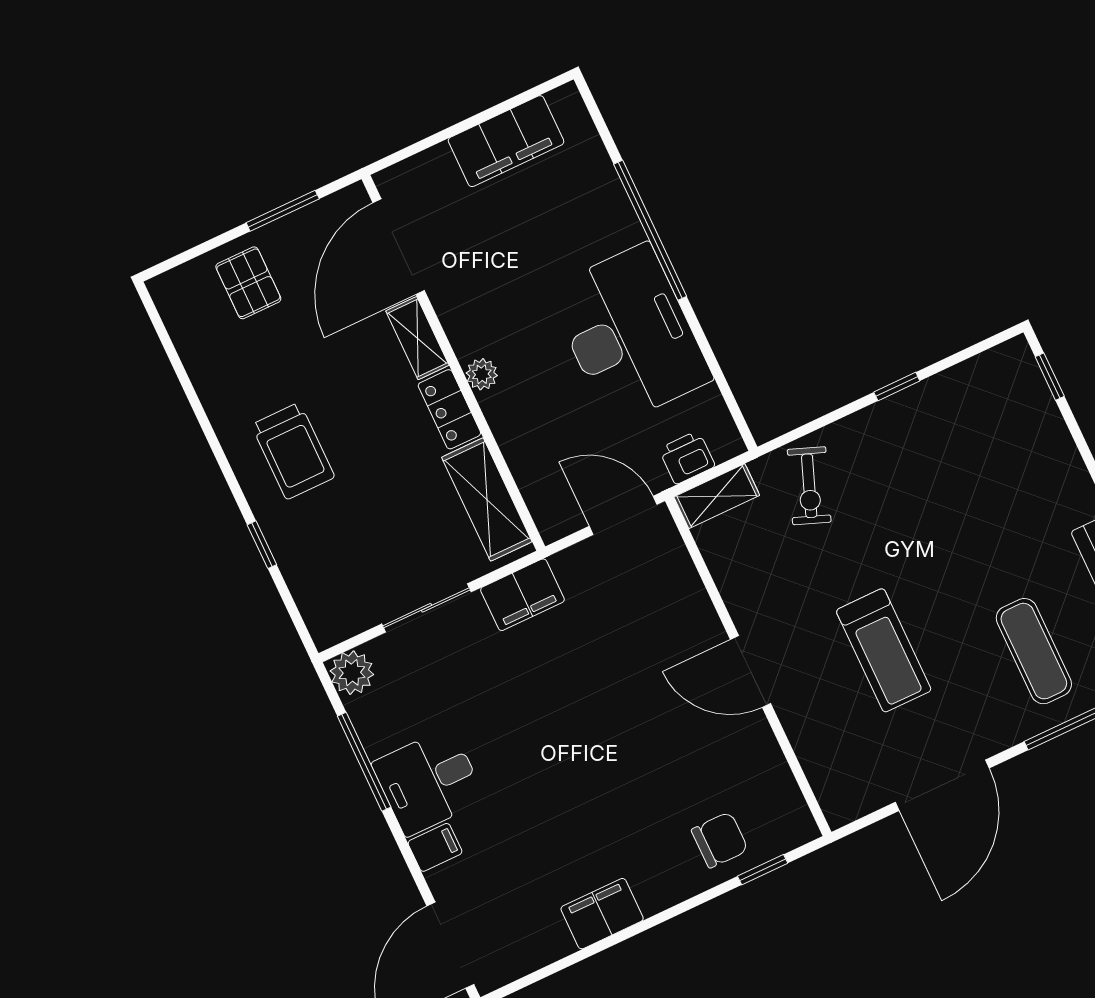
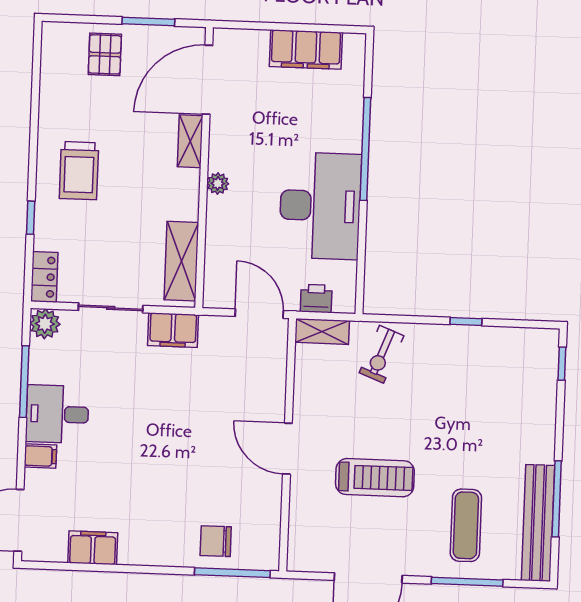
locker: (449, 409) -> (44, 277), moved, turned 180
treadmill: (884, 650) -> (375, 478), turned -90
chair: (720, 840) -> (216, 541), turned 180
window: (763, 870) -> (232, 573), width x2.17
filing cabinet: (602, 914) -> (93, 548), moved

